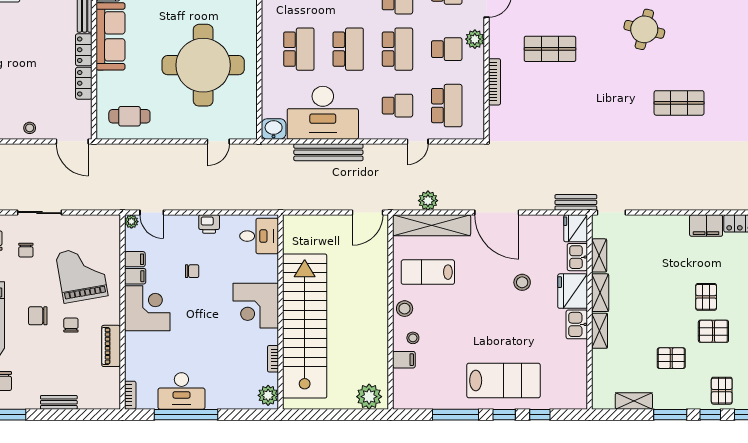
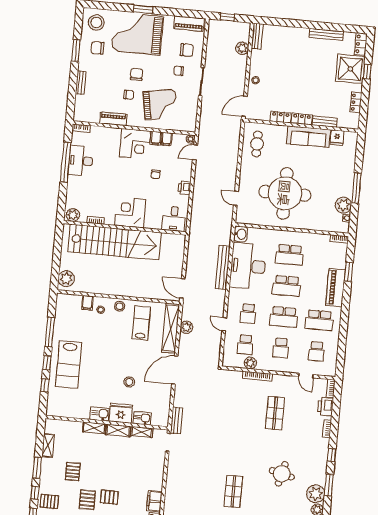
plant: (475, 39) -> (250, 363), moved
school desk: (447, 106) -> (245, 345), width x0.54
fridge: (576, 228) -> (160, 419), removed

